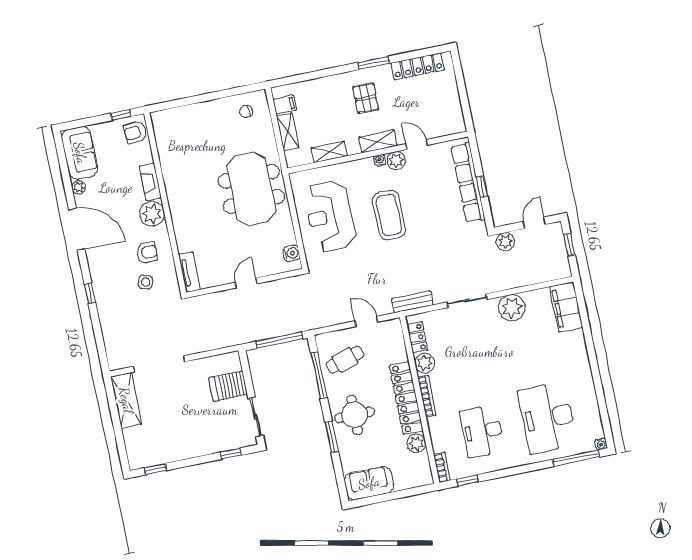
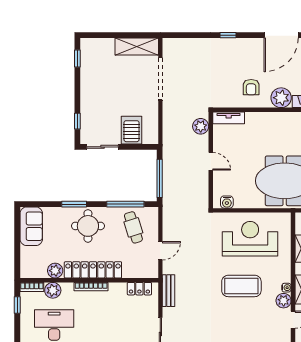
side table: (146, 282) -> (228, 81), removed
plant: (207, 304) -> (201, 126), added
plant: (425, 363) -> (53, 290), moved

